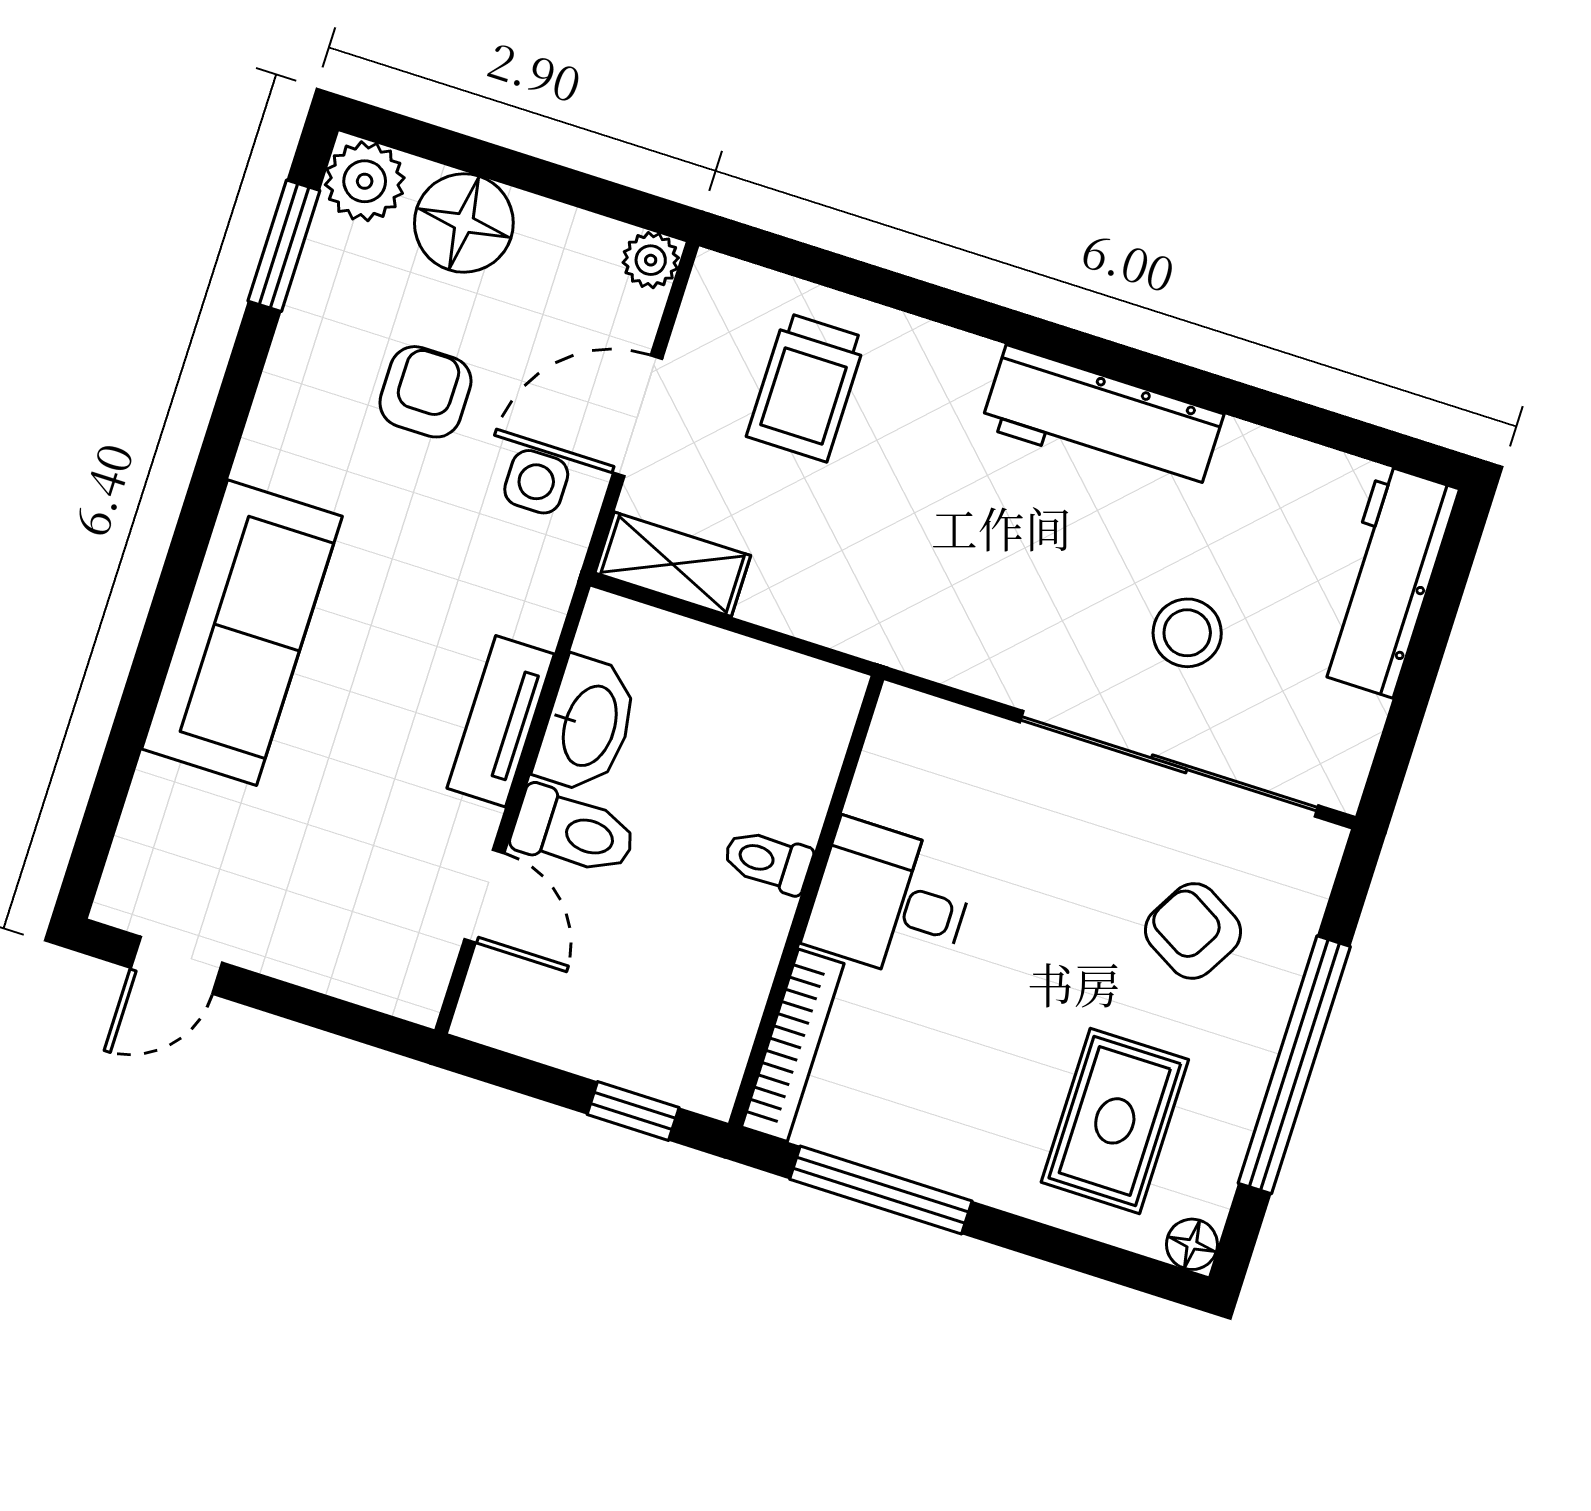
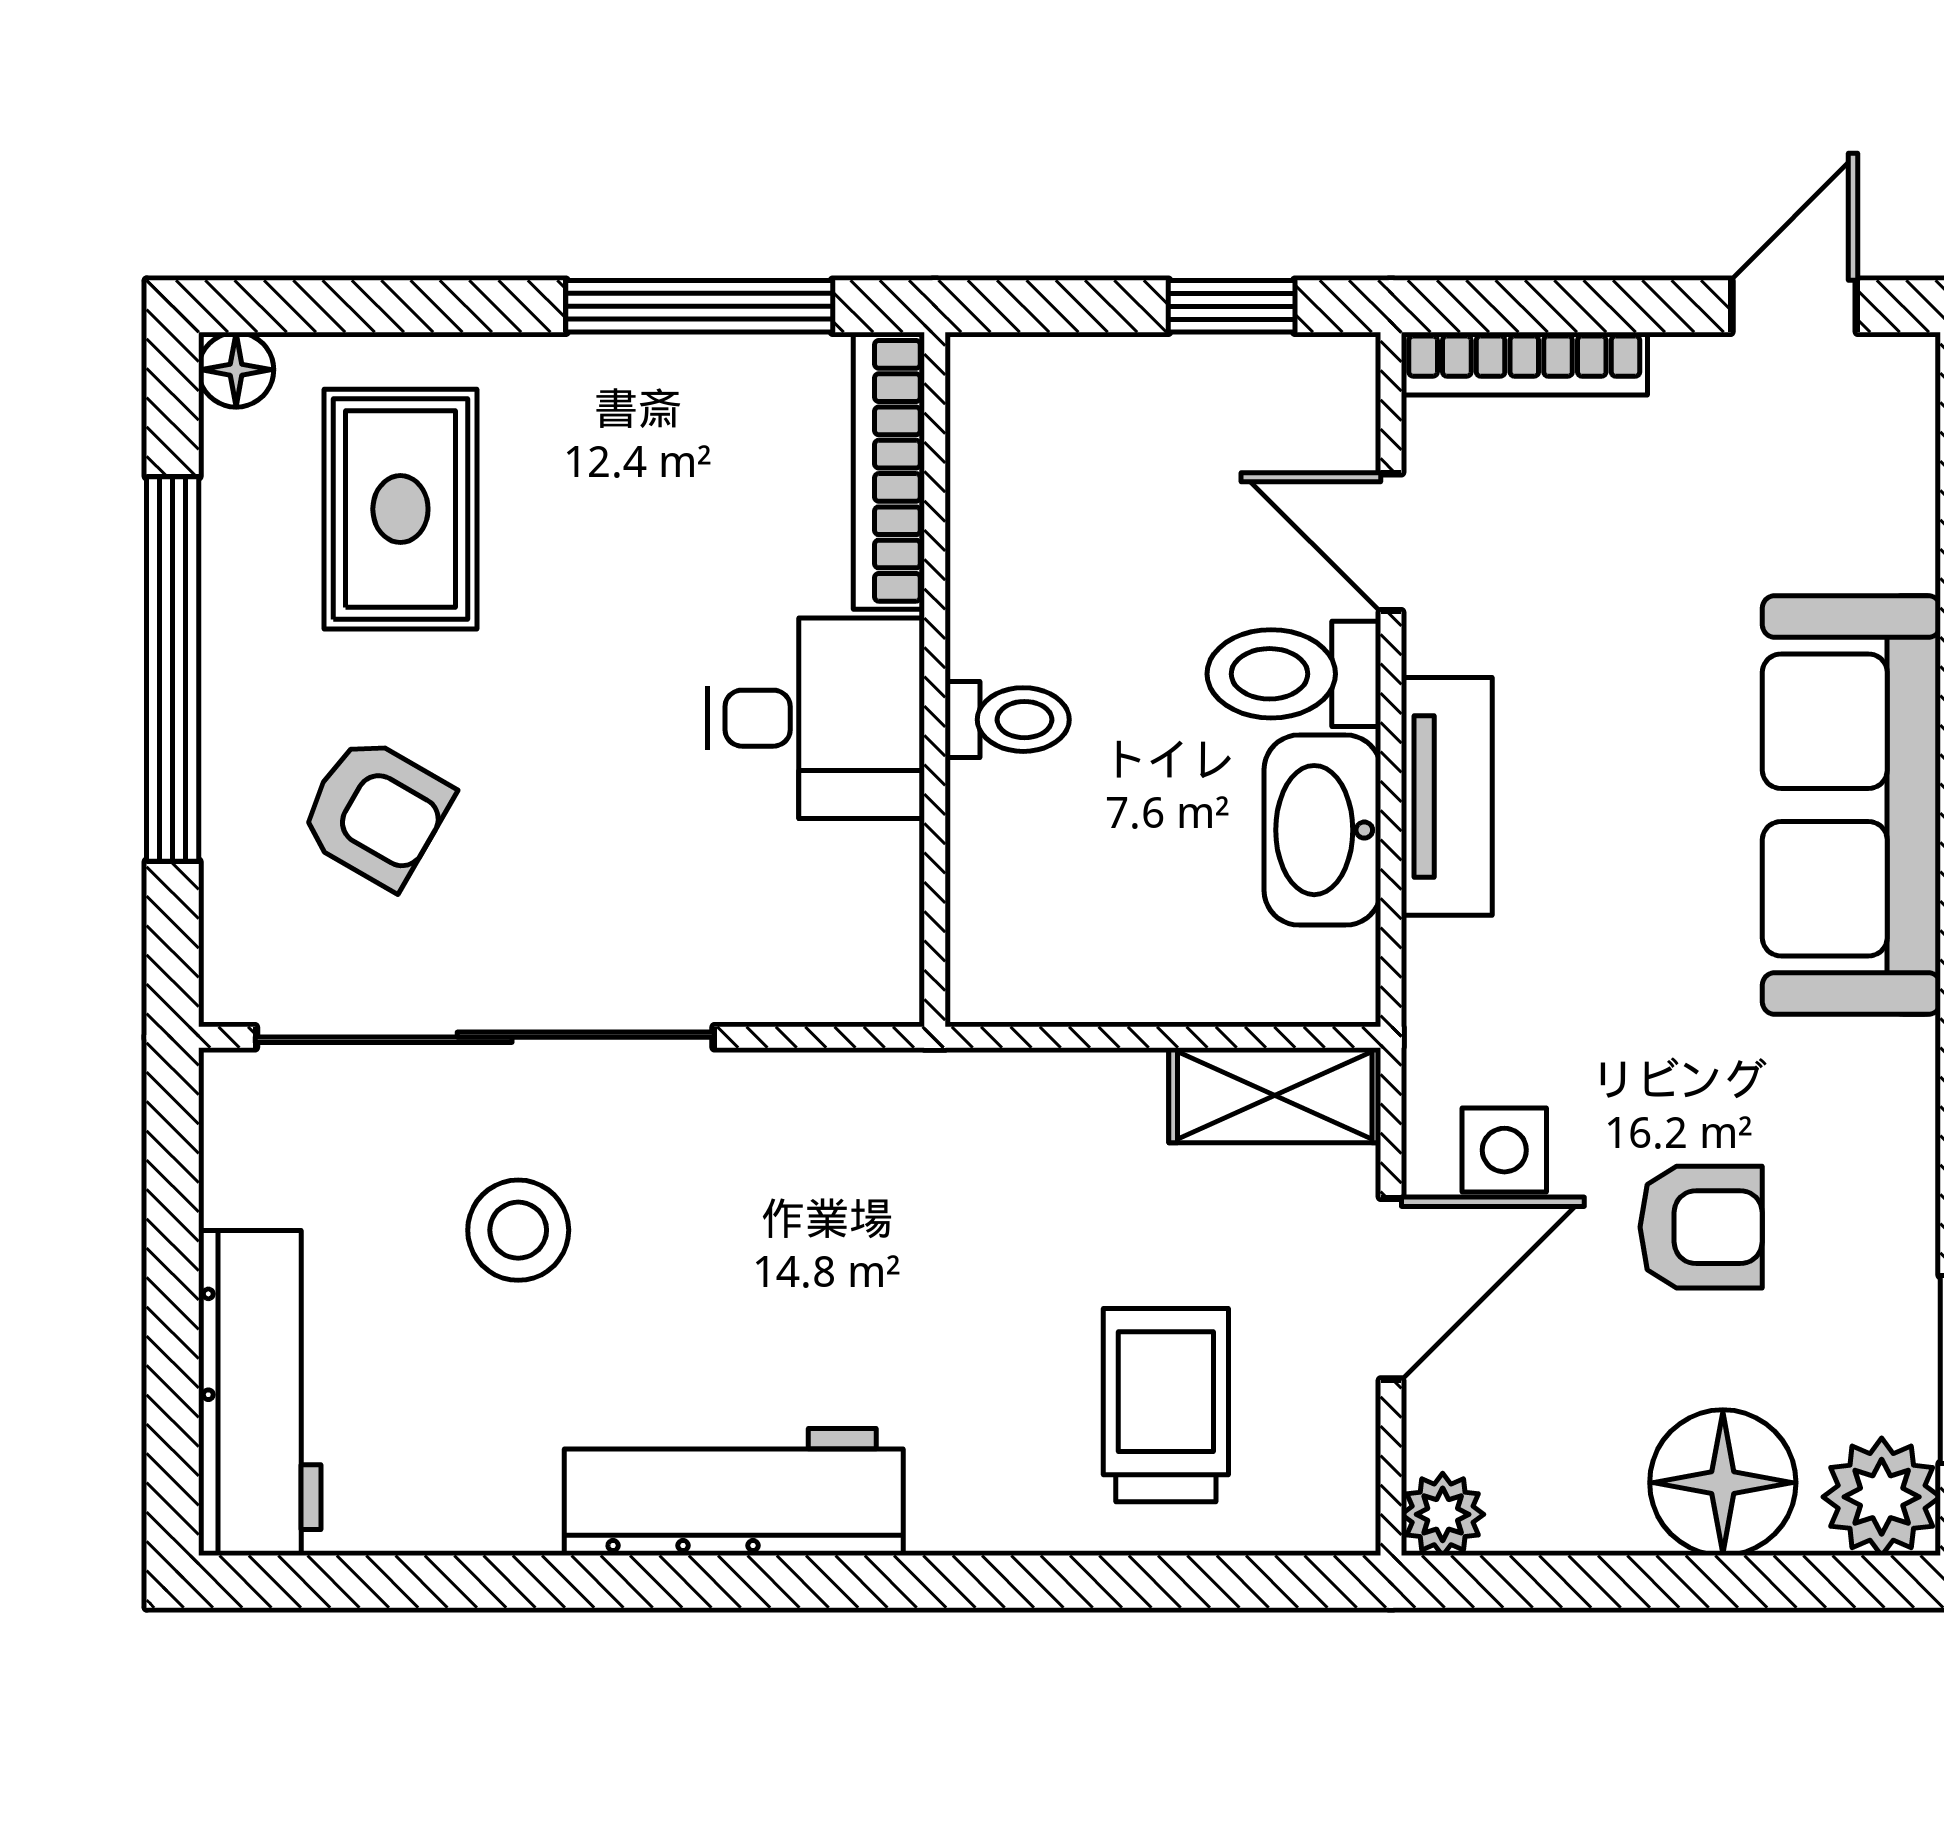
armchair: (425, 392) -> (1701, 1227), turned -90
bookcase: (362, 984) -> (1524, 364), added
window: (633, 1111) -> (1232, 306), moved

